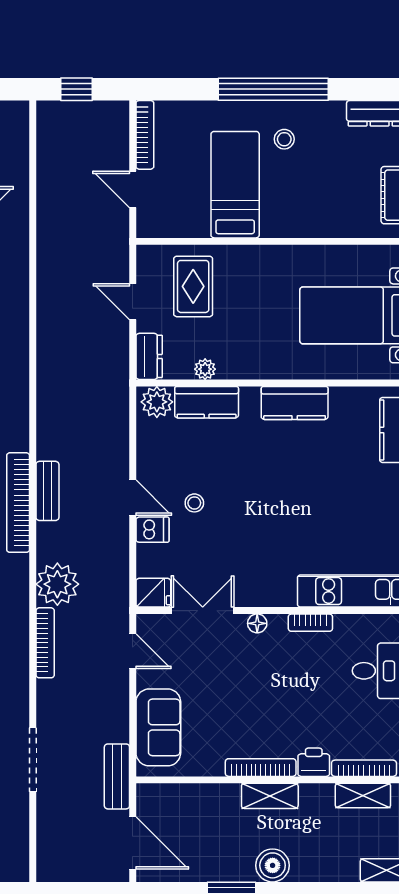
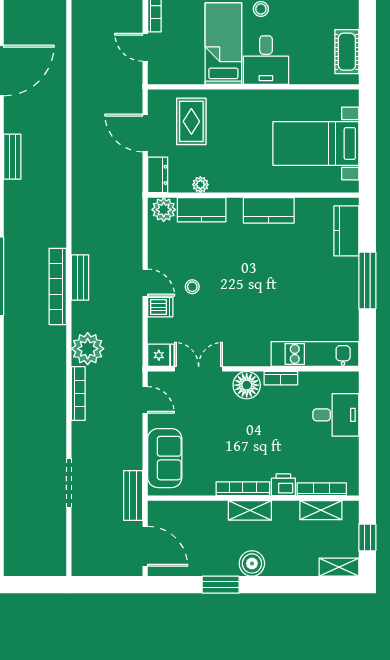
desk: (291, 206) -> (266, 60), added
door: (133, 302) -> (145, 133), width x1.37
floor lamp: (257, 623) -> (247, 385), width x1.89, depth x1.89

